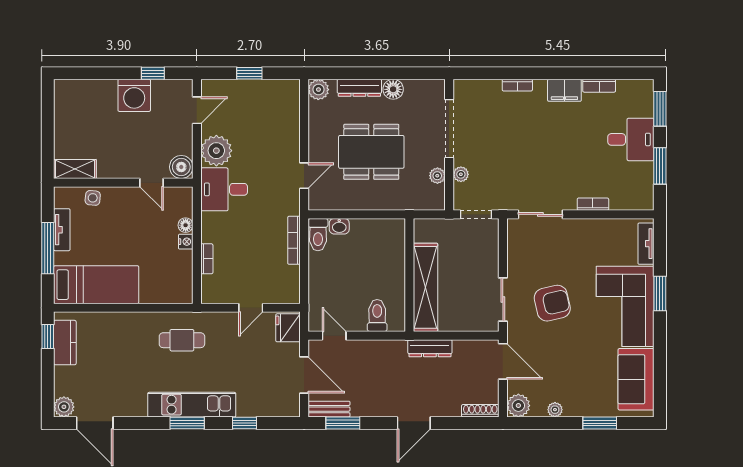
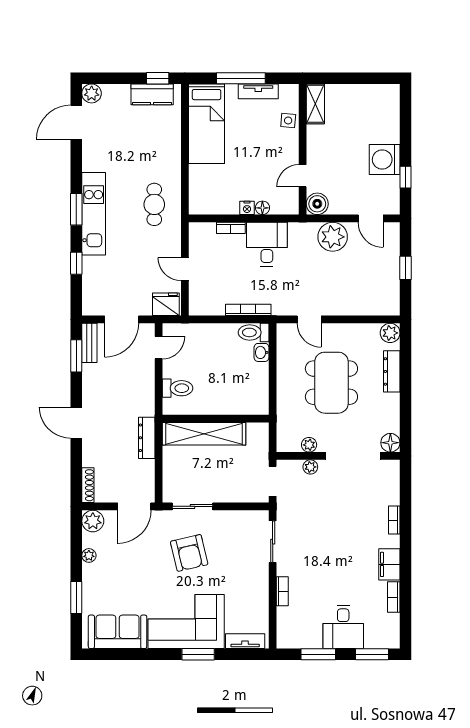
floor lamp: (393, 89) -> (390, 443), moved
desk: (224, 189) -> (267, 244), moved

